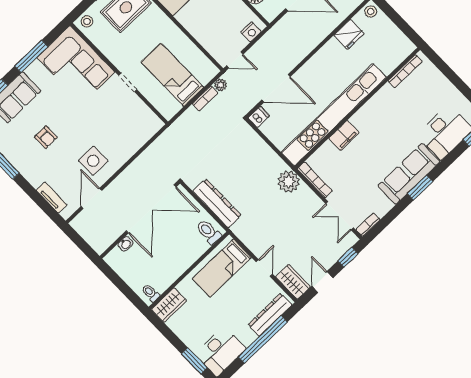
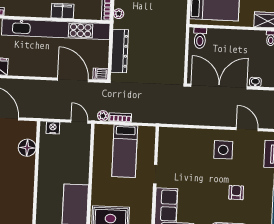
plant: (289, 182) -> (119, 14), width x0.53, depth x0.53
door: (91, 198) -> (247, 129), swing flipped
dresser: (217, 203) -> (120, 51), moved, turned 180

